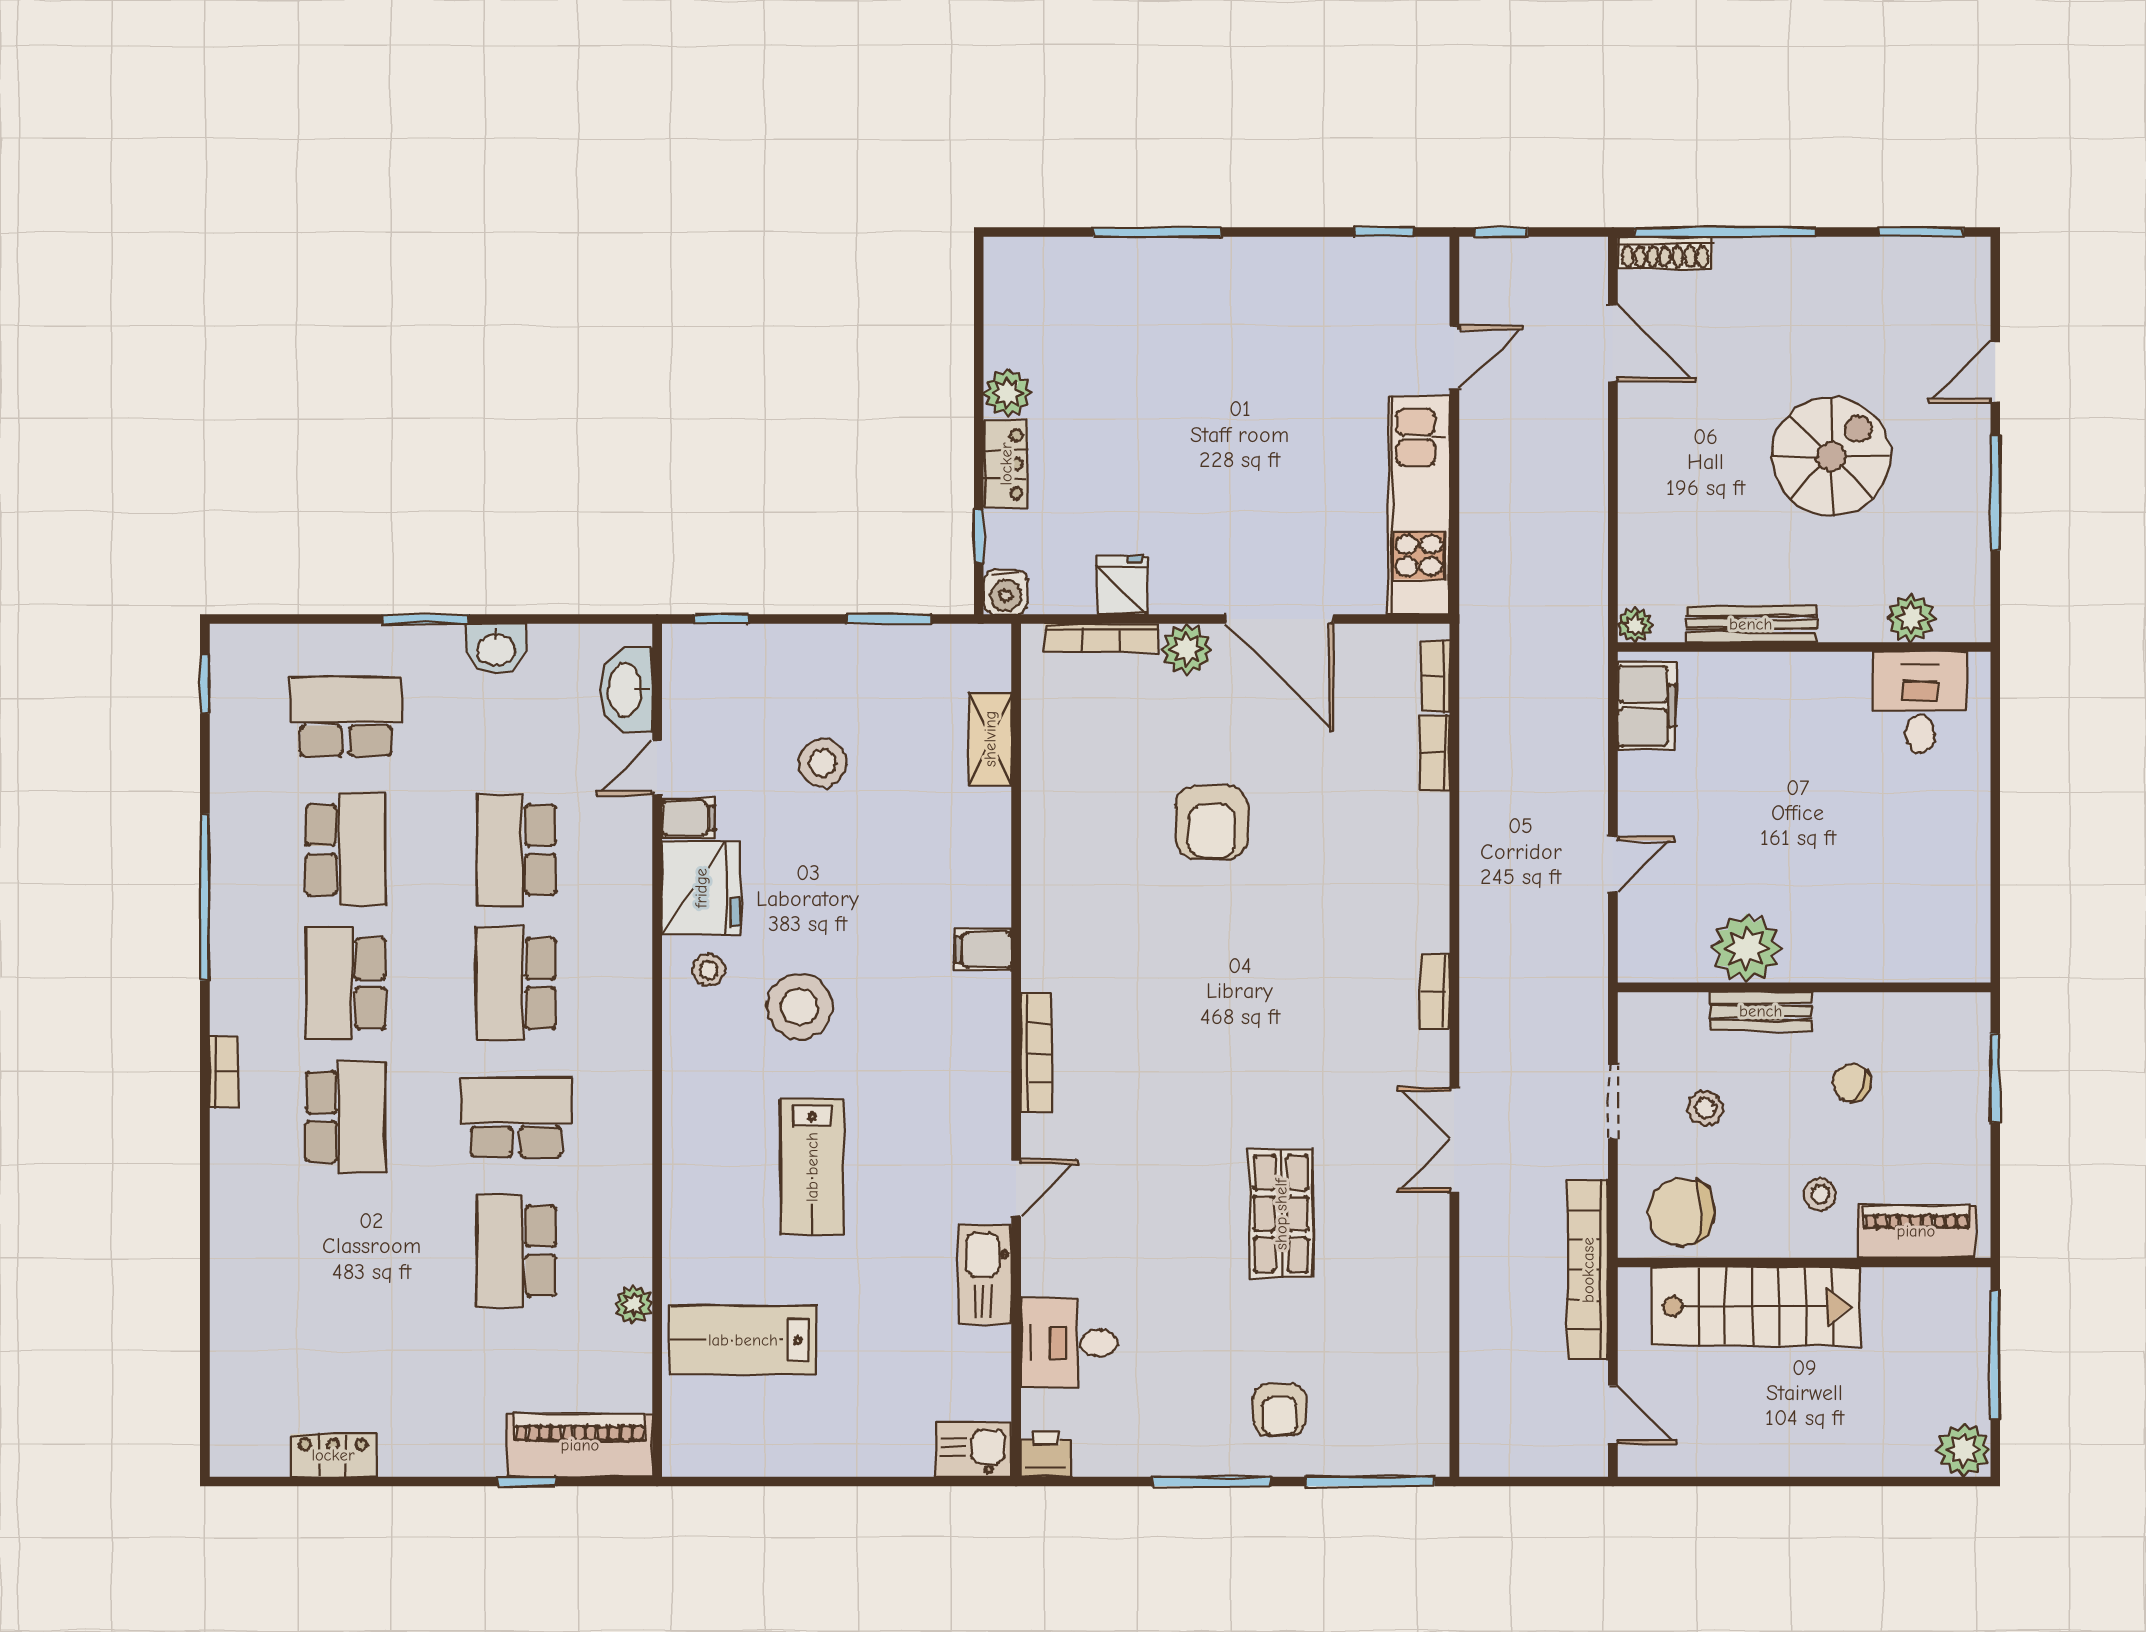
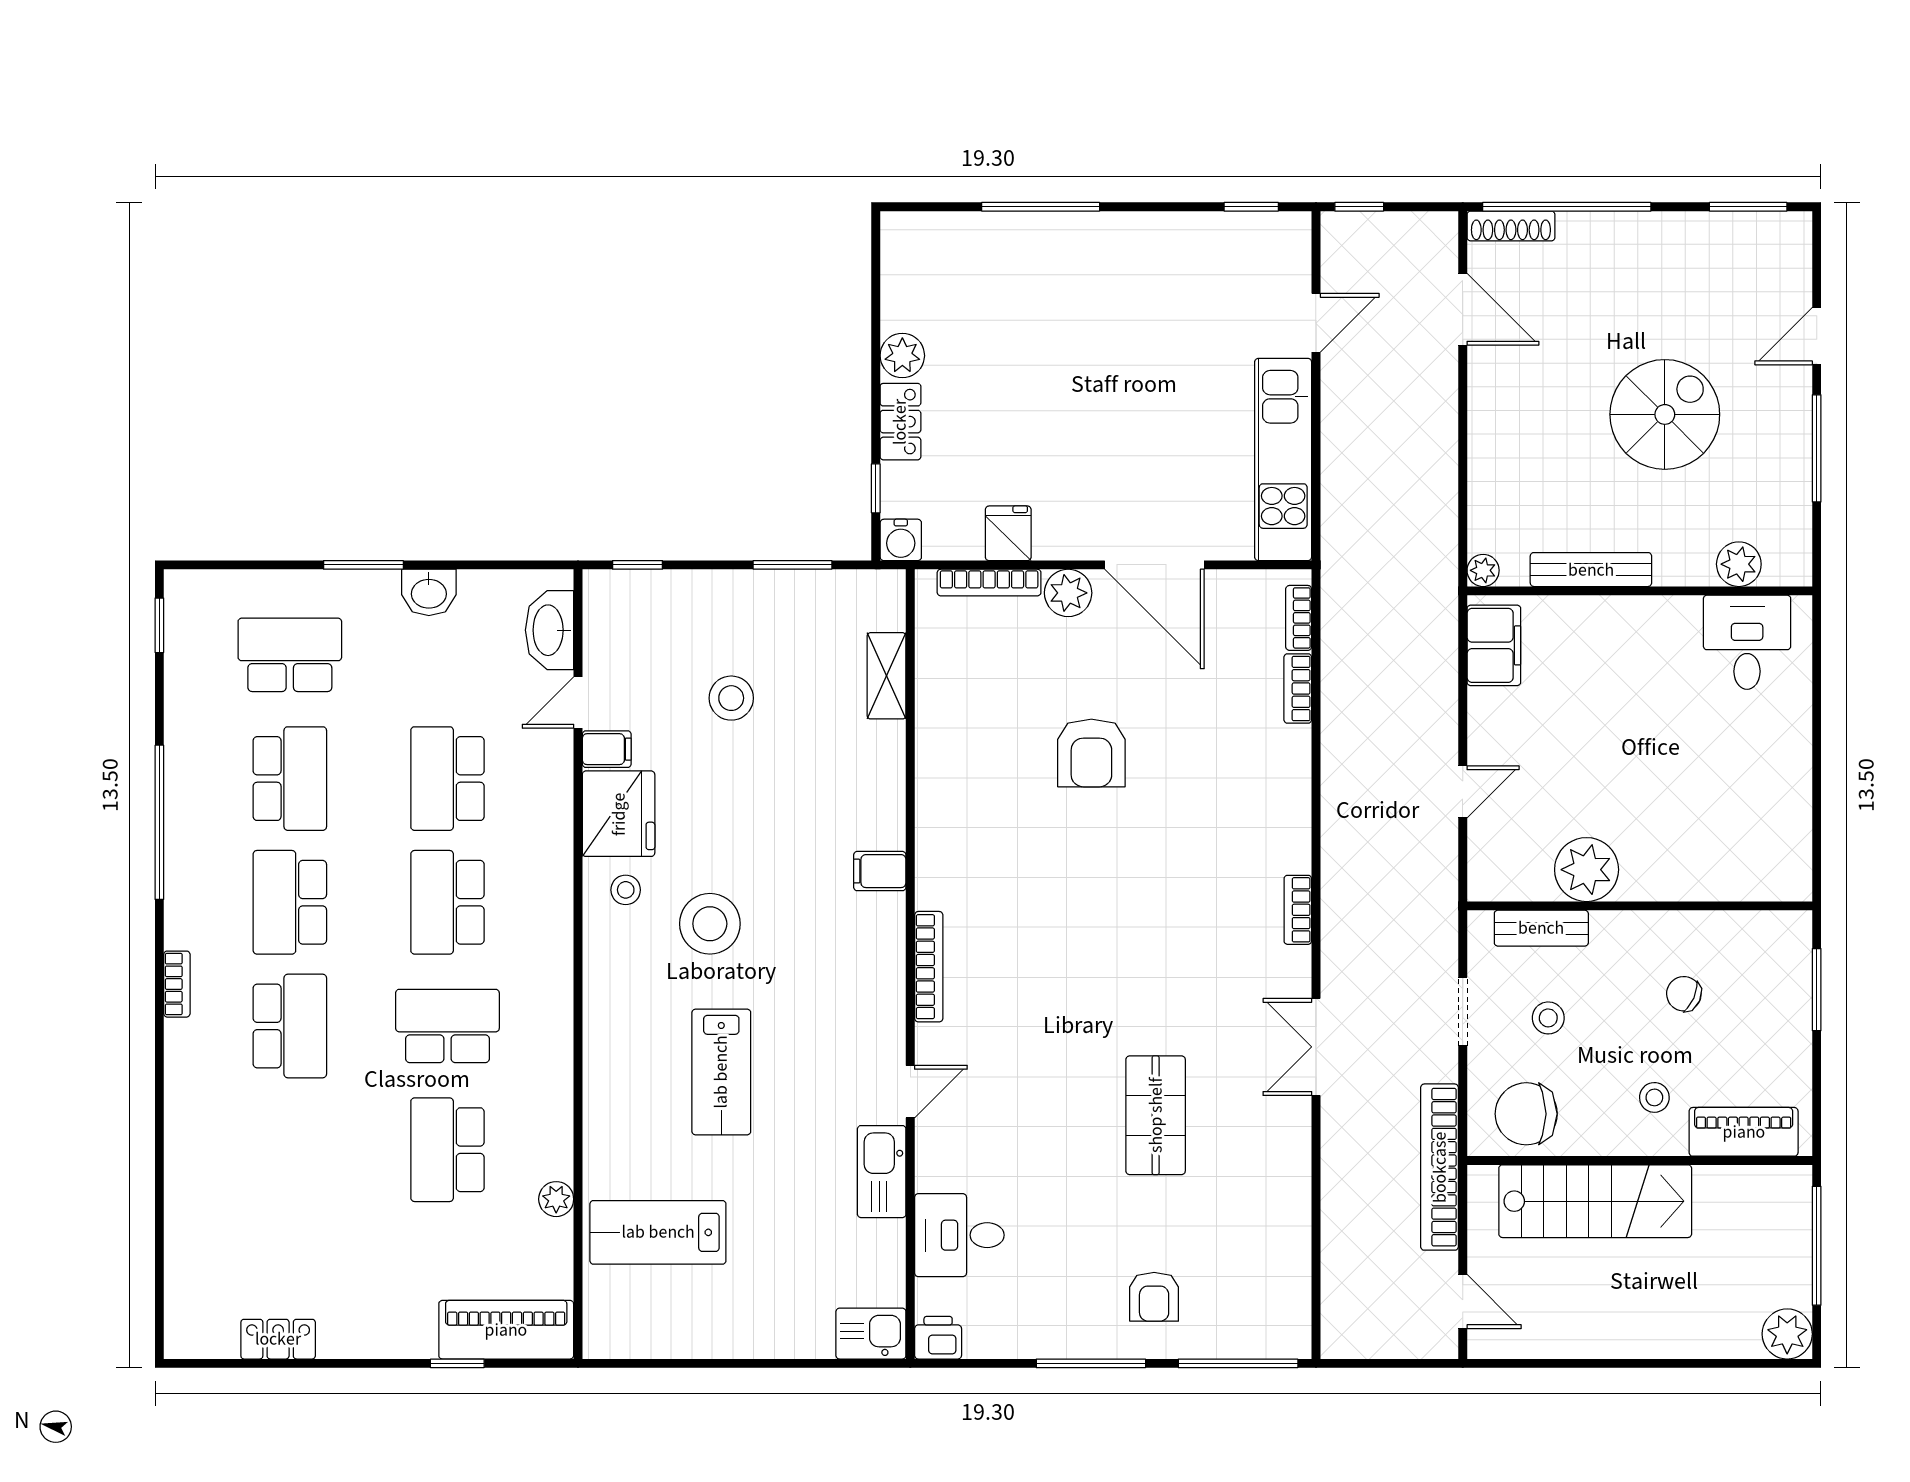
bench: (1761, 1011) -> (1541, 928), moved

